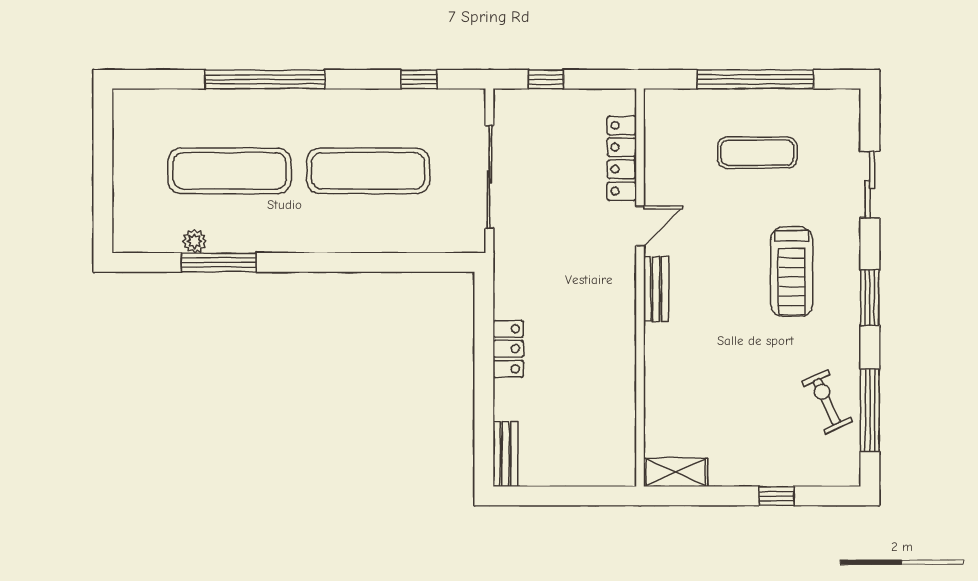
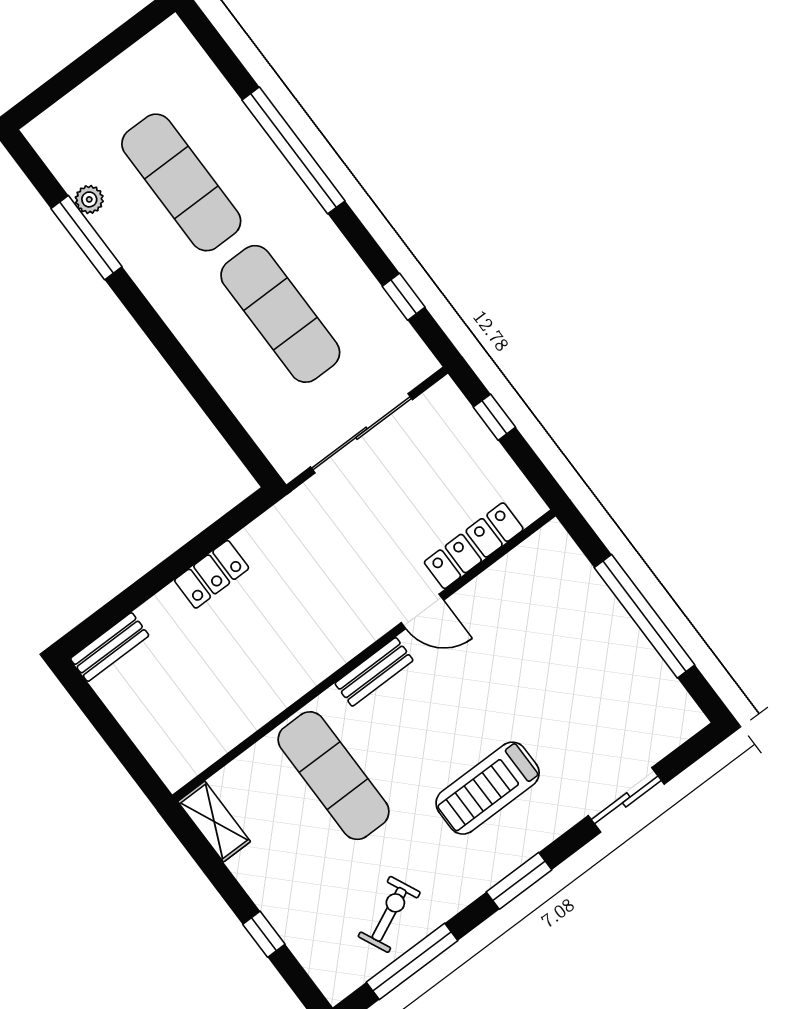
exercise mat: (757, 153) -> (334, 776), moved, width x1.36, depth x1.45

